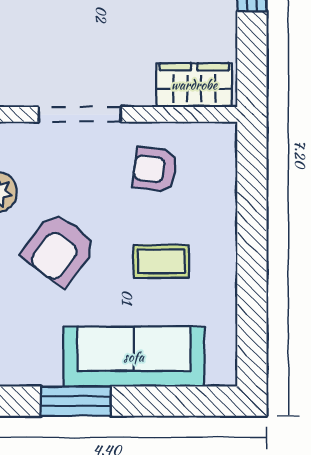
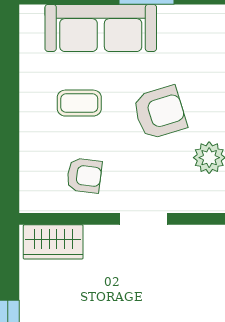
doorway: (80, 114) -> (143, 219), width x0.73
armchair: (59, 249) -> (160, 113), turned 36

